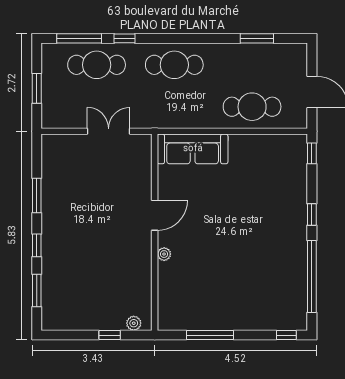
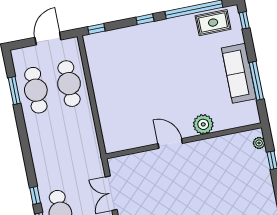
cafe table: (174, 65) -> (36, 90), moved
sofa: (193, 149) -> (239, 73), moved, turned 180
plant: (164, 254) -> (203, 124), width x1.87, depth x1.87
rug: (291, 297) -> (213, 23), added

